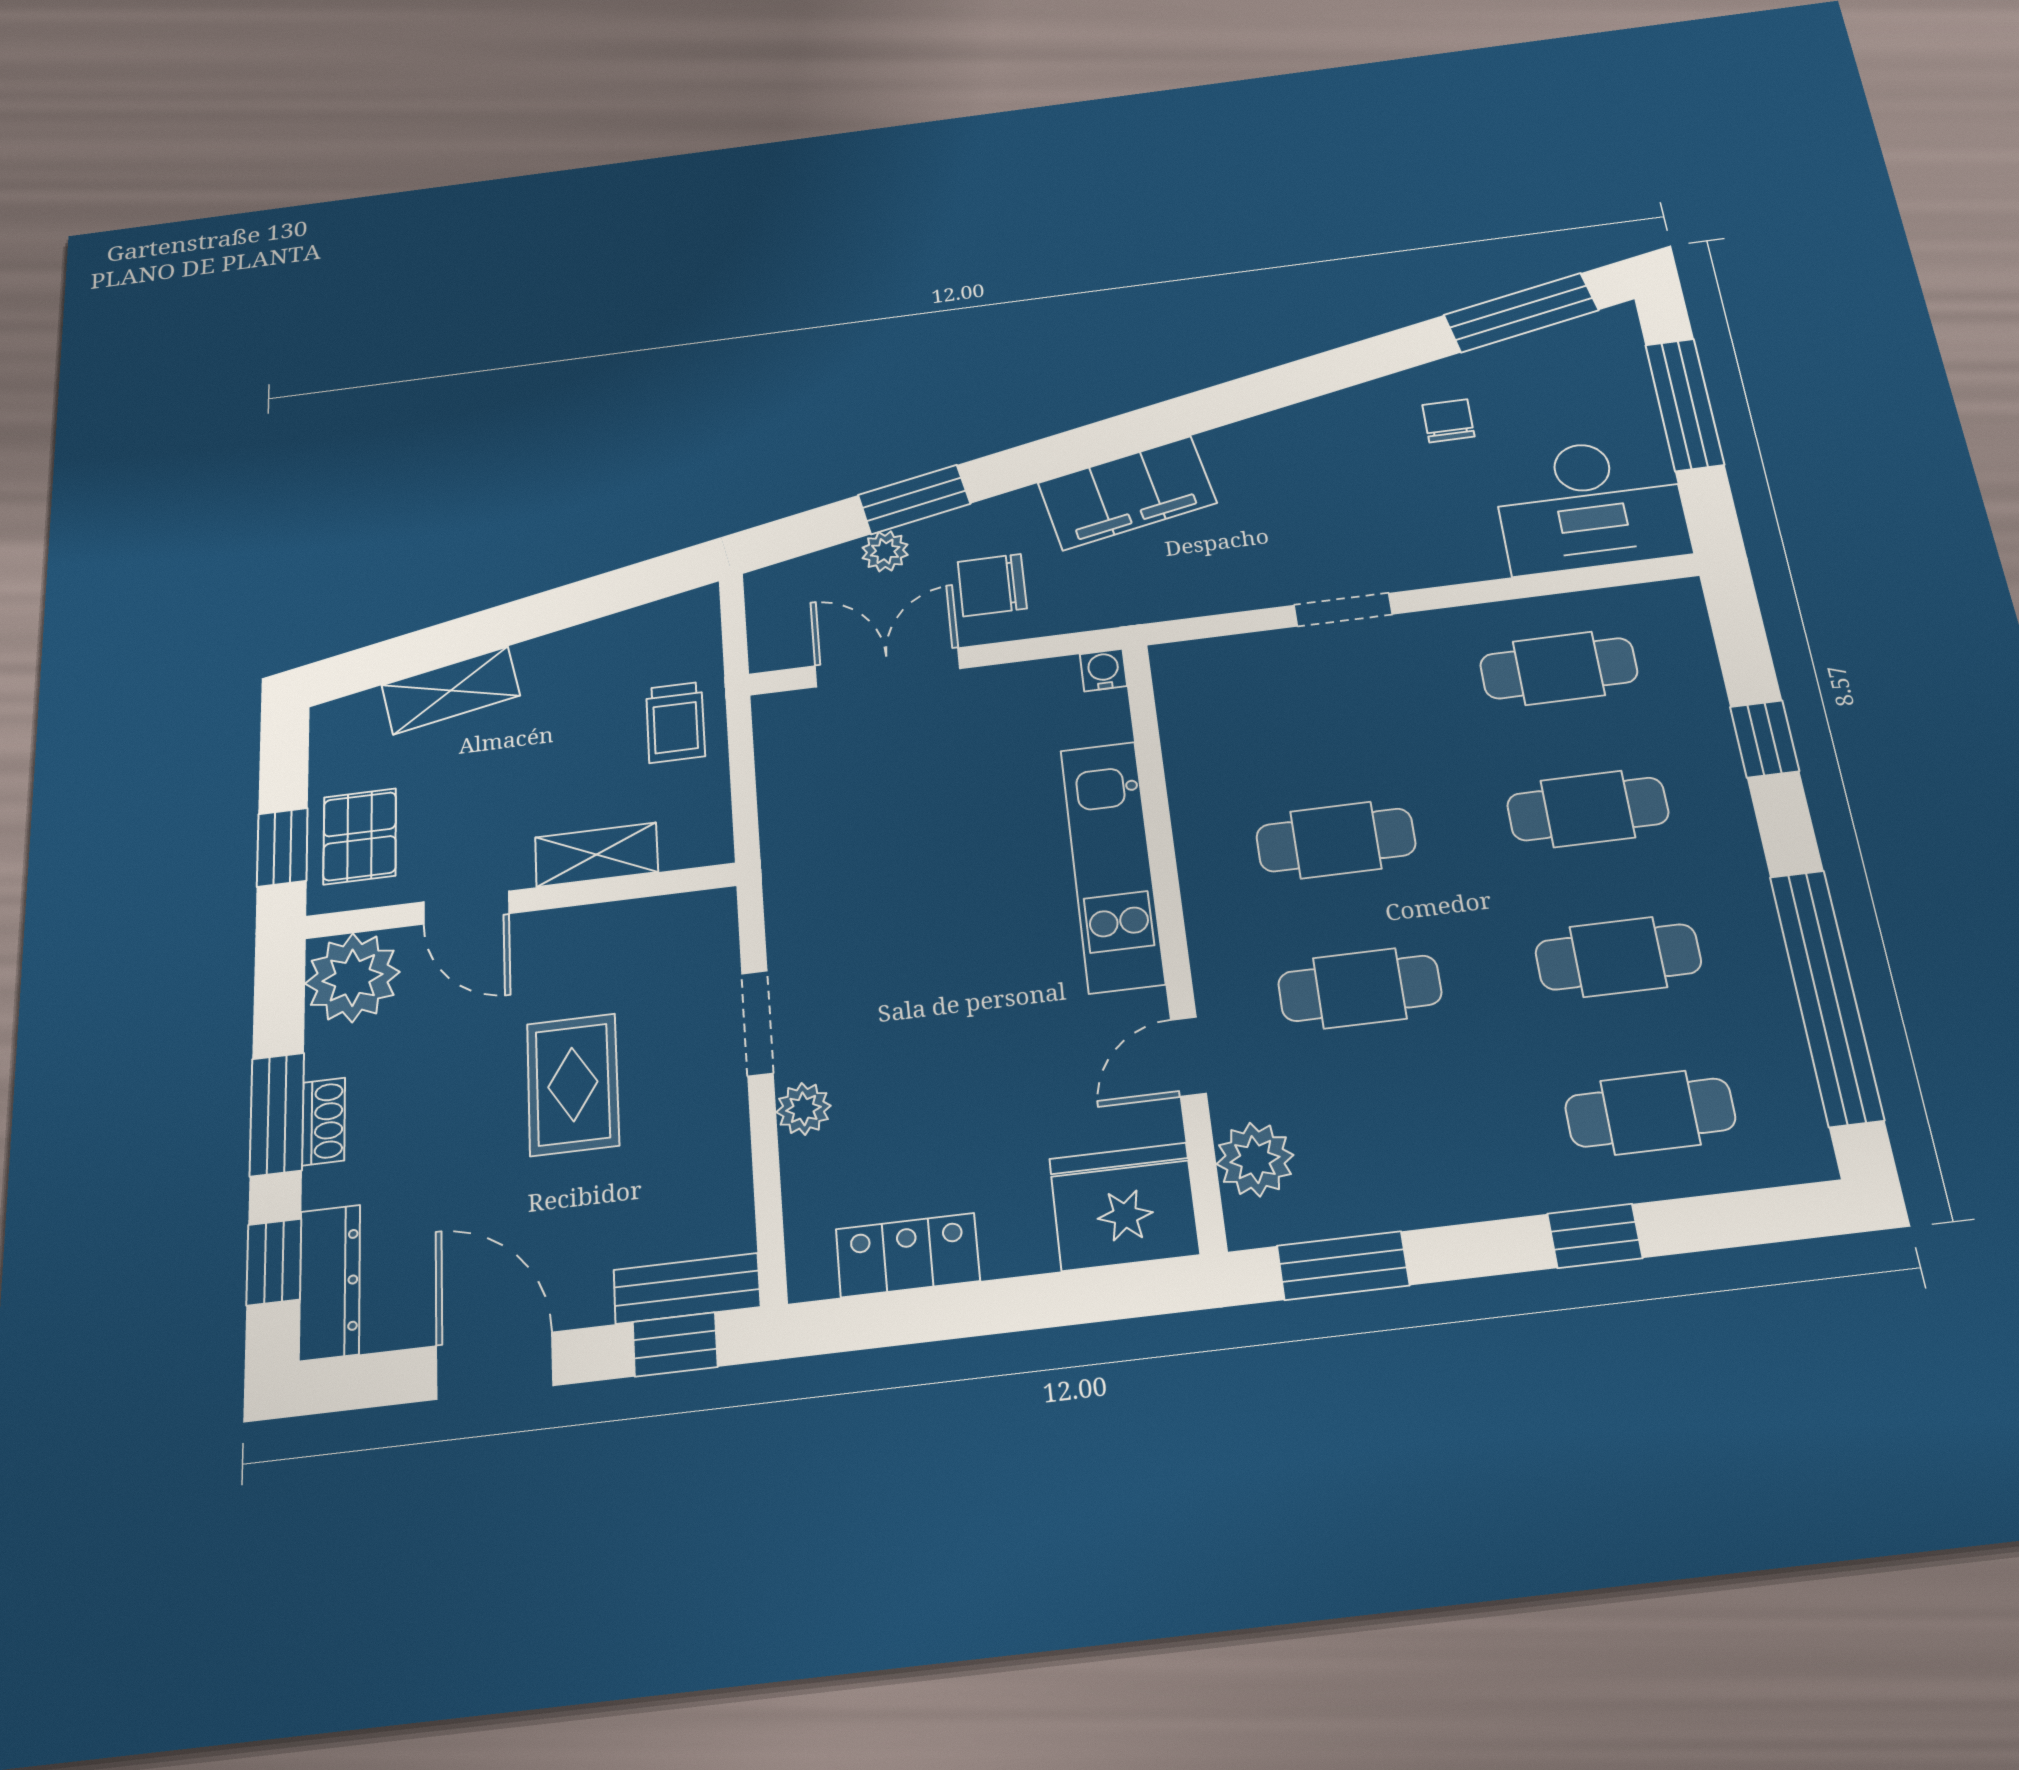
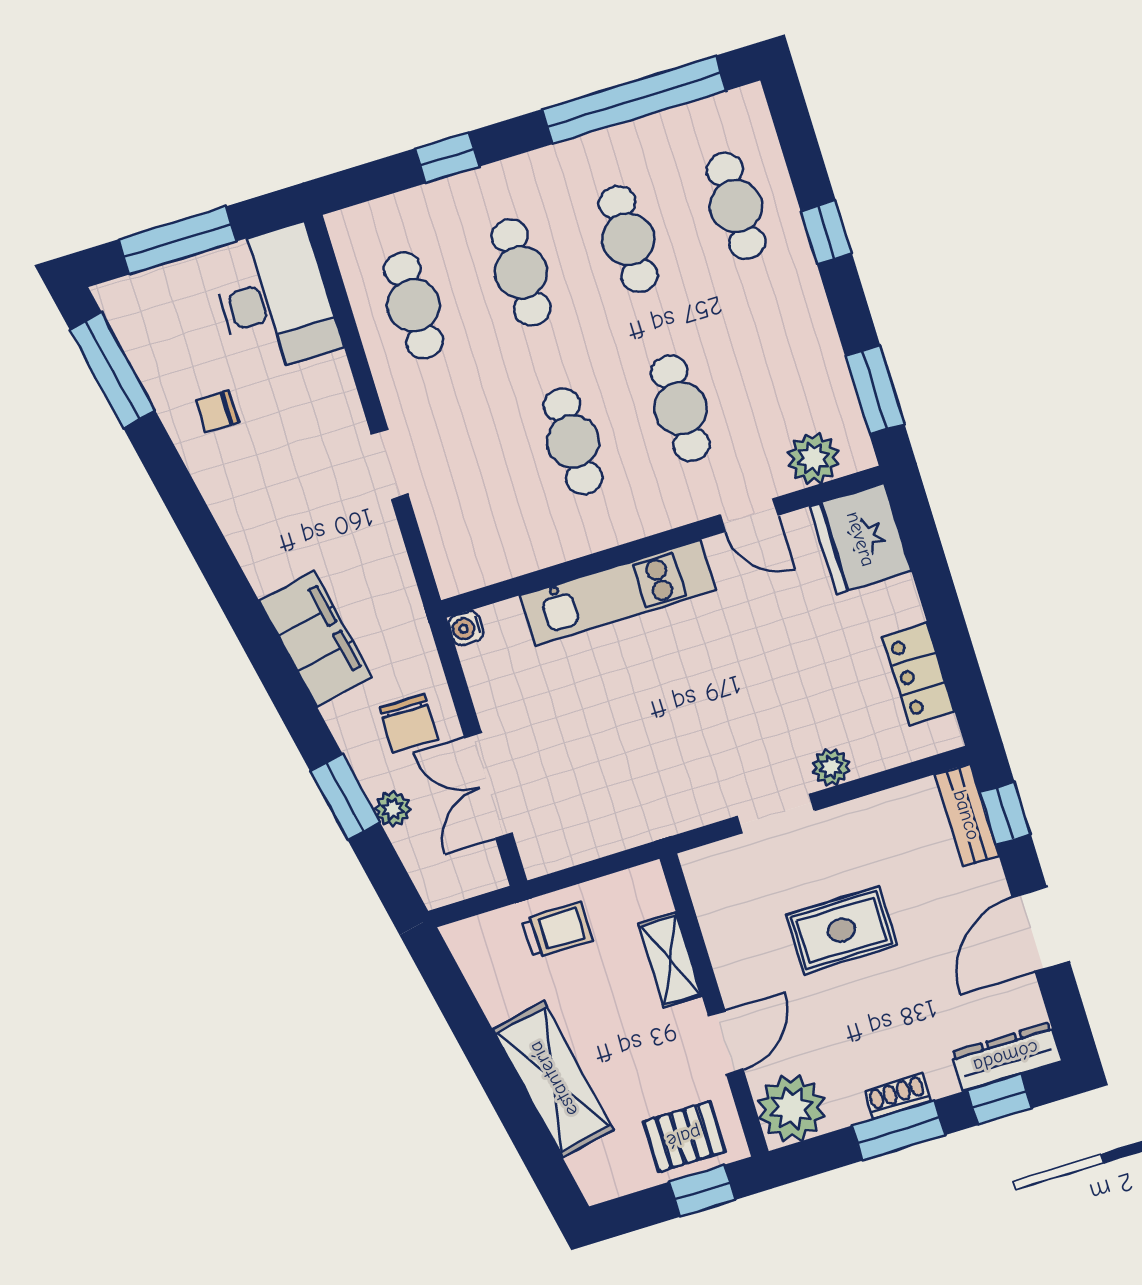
shelving: (451, 690) -> (553, 1079), width x1.50, depth x1.33

